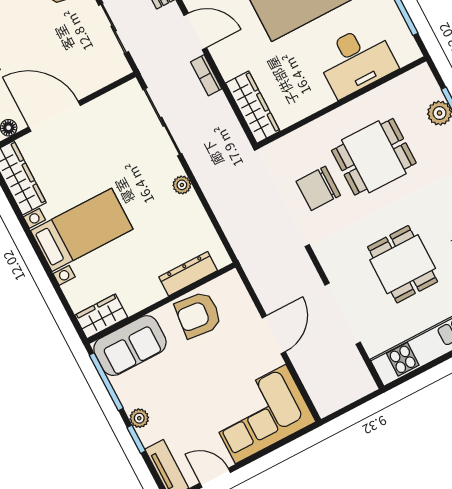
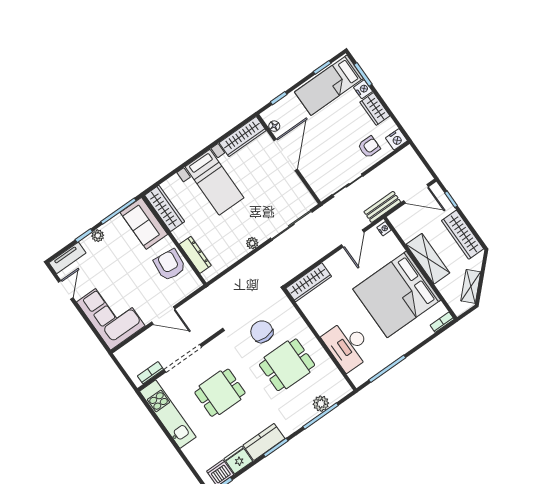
bookcase: (206, 75) -> (150, 373), moved
dining table: (374, 157) -> (287, 365), turned 90
wardrobe: (101, 316) -> (165, 208), width x1.50

